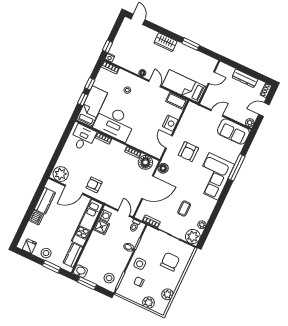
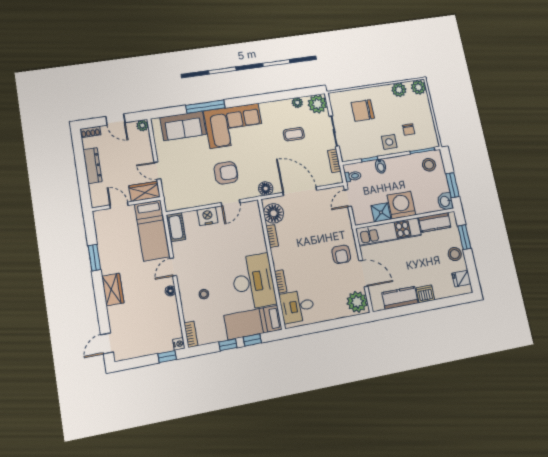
wardrobe: (210, 97) -> (144, 191), added
sofa: (233, 132) -> (183, 126), moved, turned 90
washing machine: (105, 215) -> (401, 205), moved, width x1.89, depth x1.89
plant: (149, 303) -> (419, 87), moved

